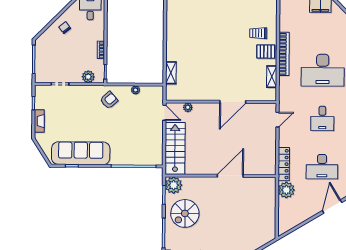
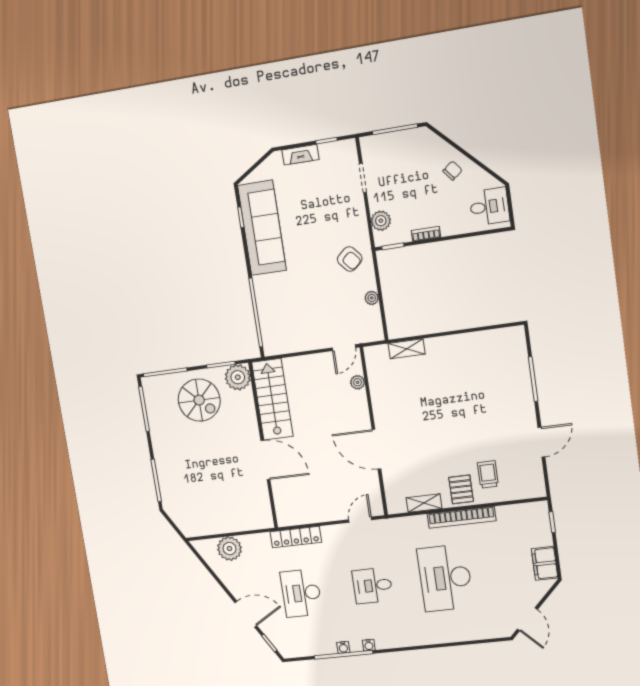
door: (277, 120) -> (360, 520), swing flipped
stairs: (175, 148) -> (272, 399), moved, turned -90
plant: (286, 190) -> (230, 549), moved
spiral stairs: (185, 213) -> (199, 400), turned 180

